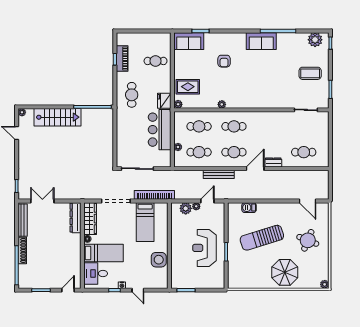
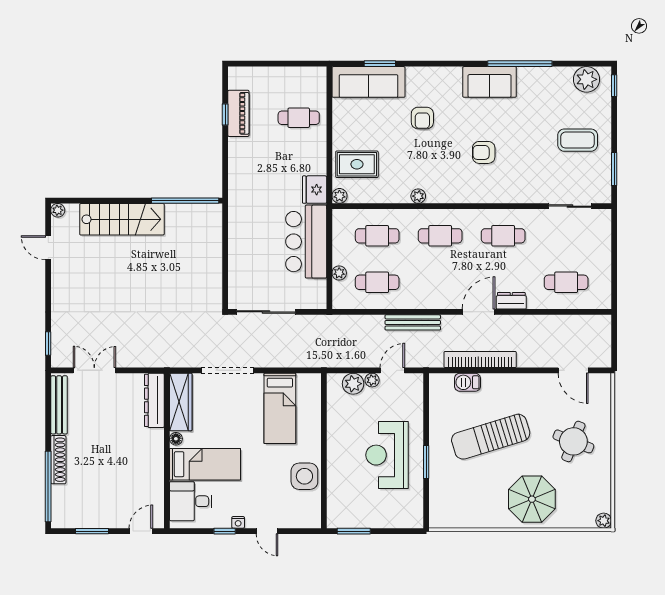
sofa: (189, 41) -> (368, 82), width x1.36
armchair: (258, 80) -> (484, 152), added
cafe table: (132, 95) -> (256, 179), removed
cafe table: (234, 152) -> (503, 236), moved
bookcase: (154, 195) -> (480, 359), moved

